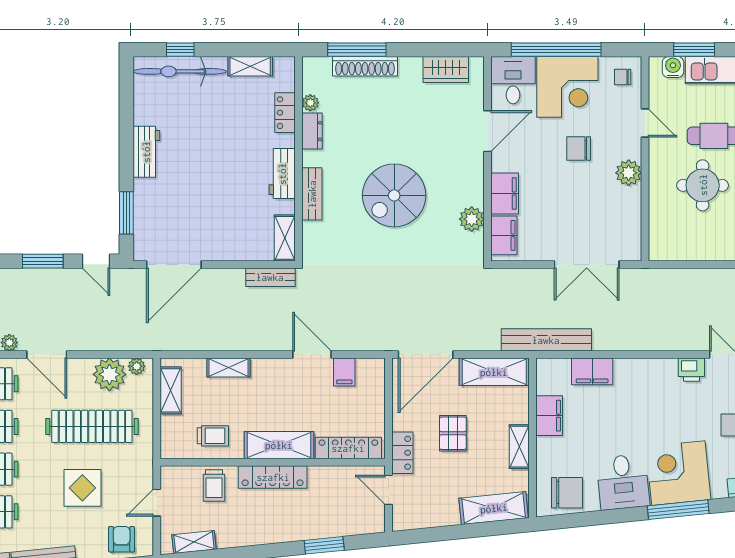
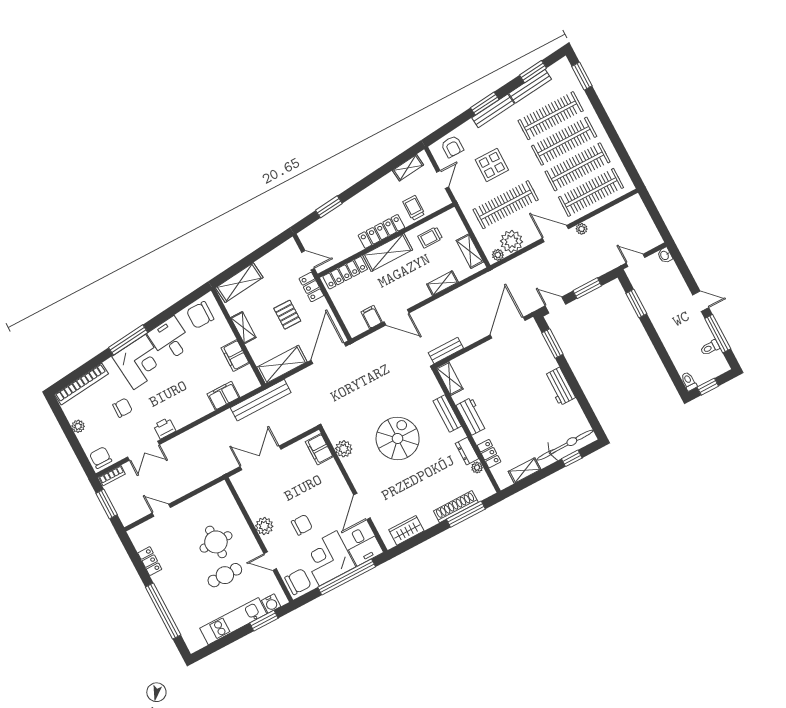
chair: (623, 77) -> (298, 582), width x1.87, depth x1.87
filing cabinet: (505, 193) -> (332, 475), removed

